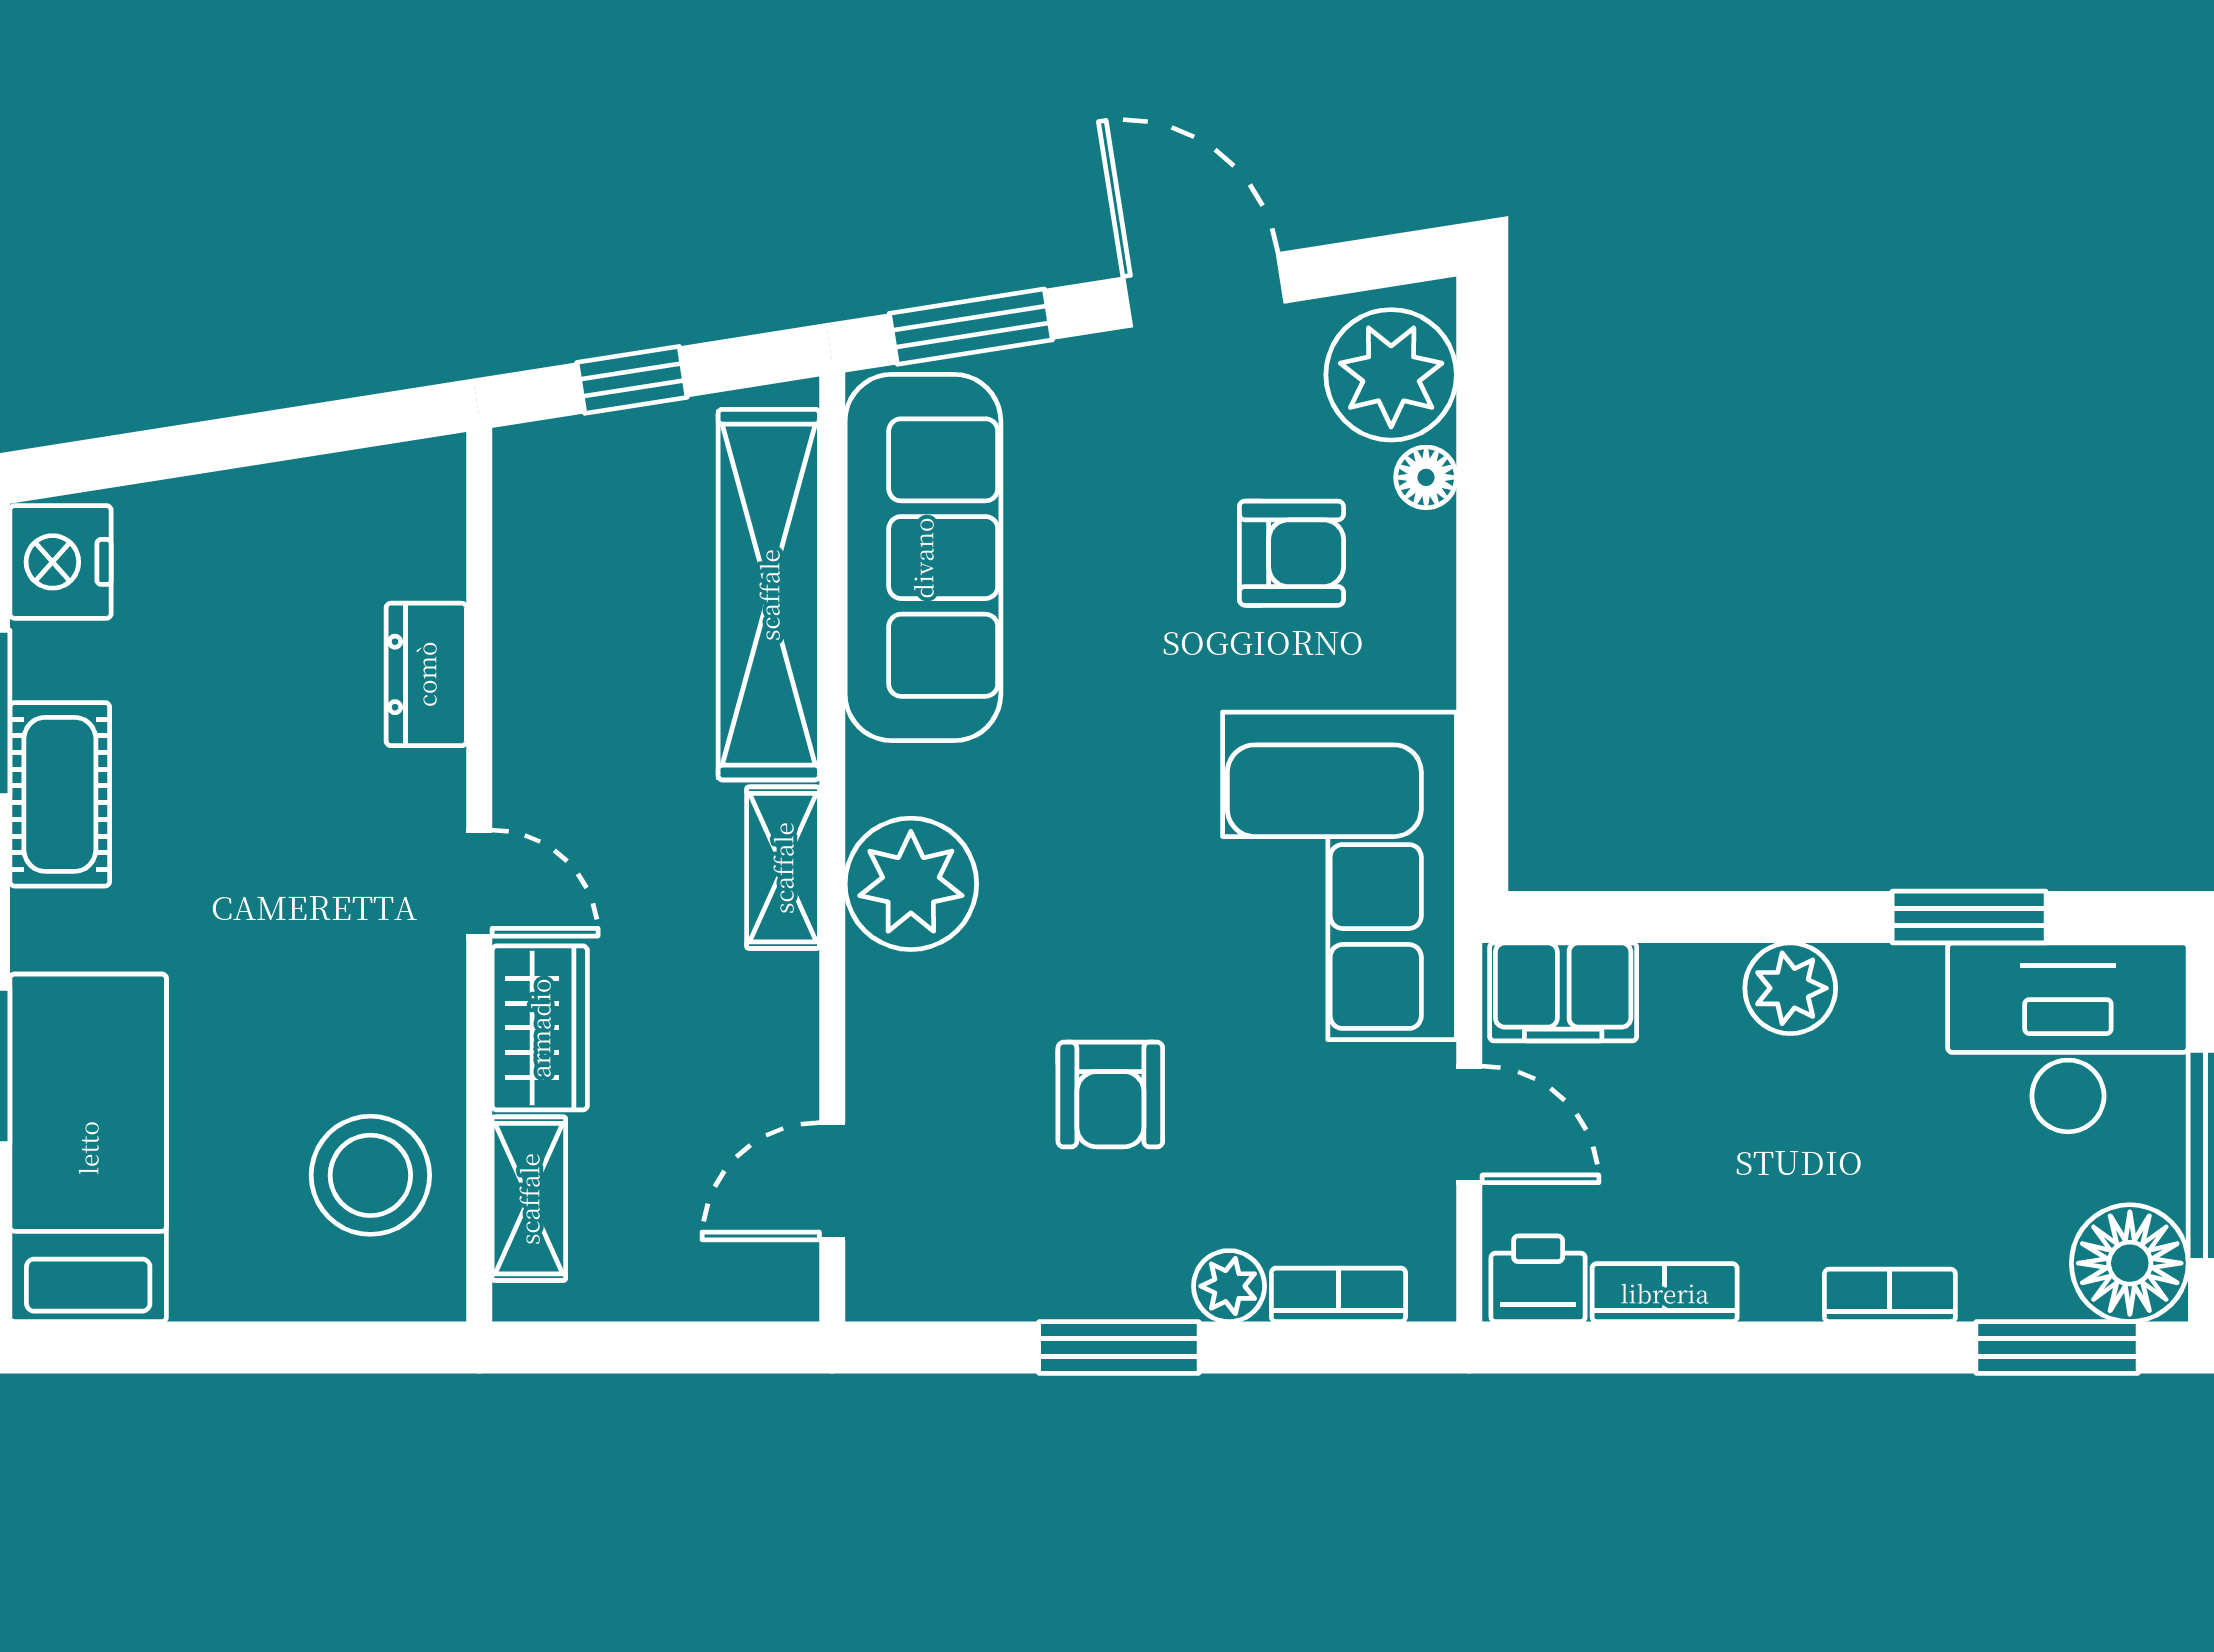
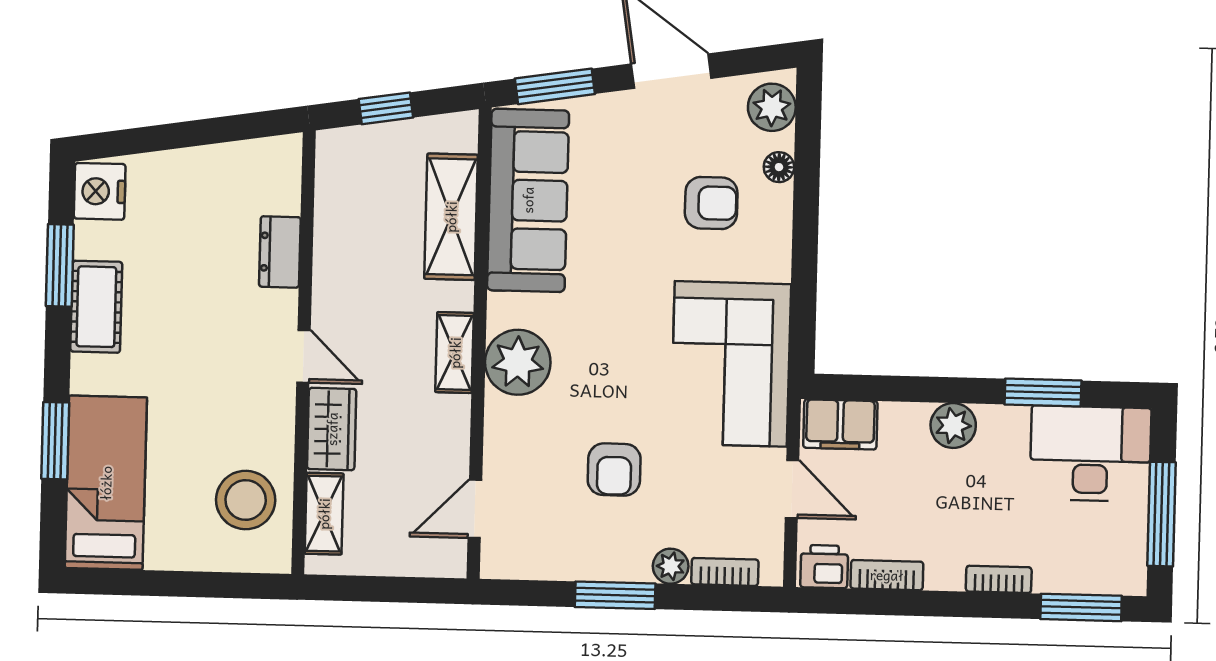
plant: (1391, 375) -> (772, 107), width x0.73, depth x0.73
shelving: (769, 595) -> (451, 217), width x0.68
floor lamp: (2130, 1263) -> (1118, 567), removed

